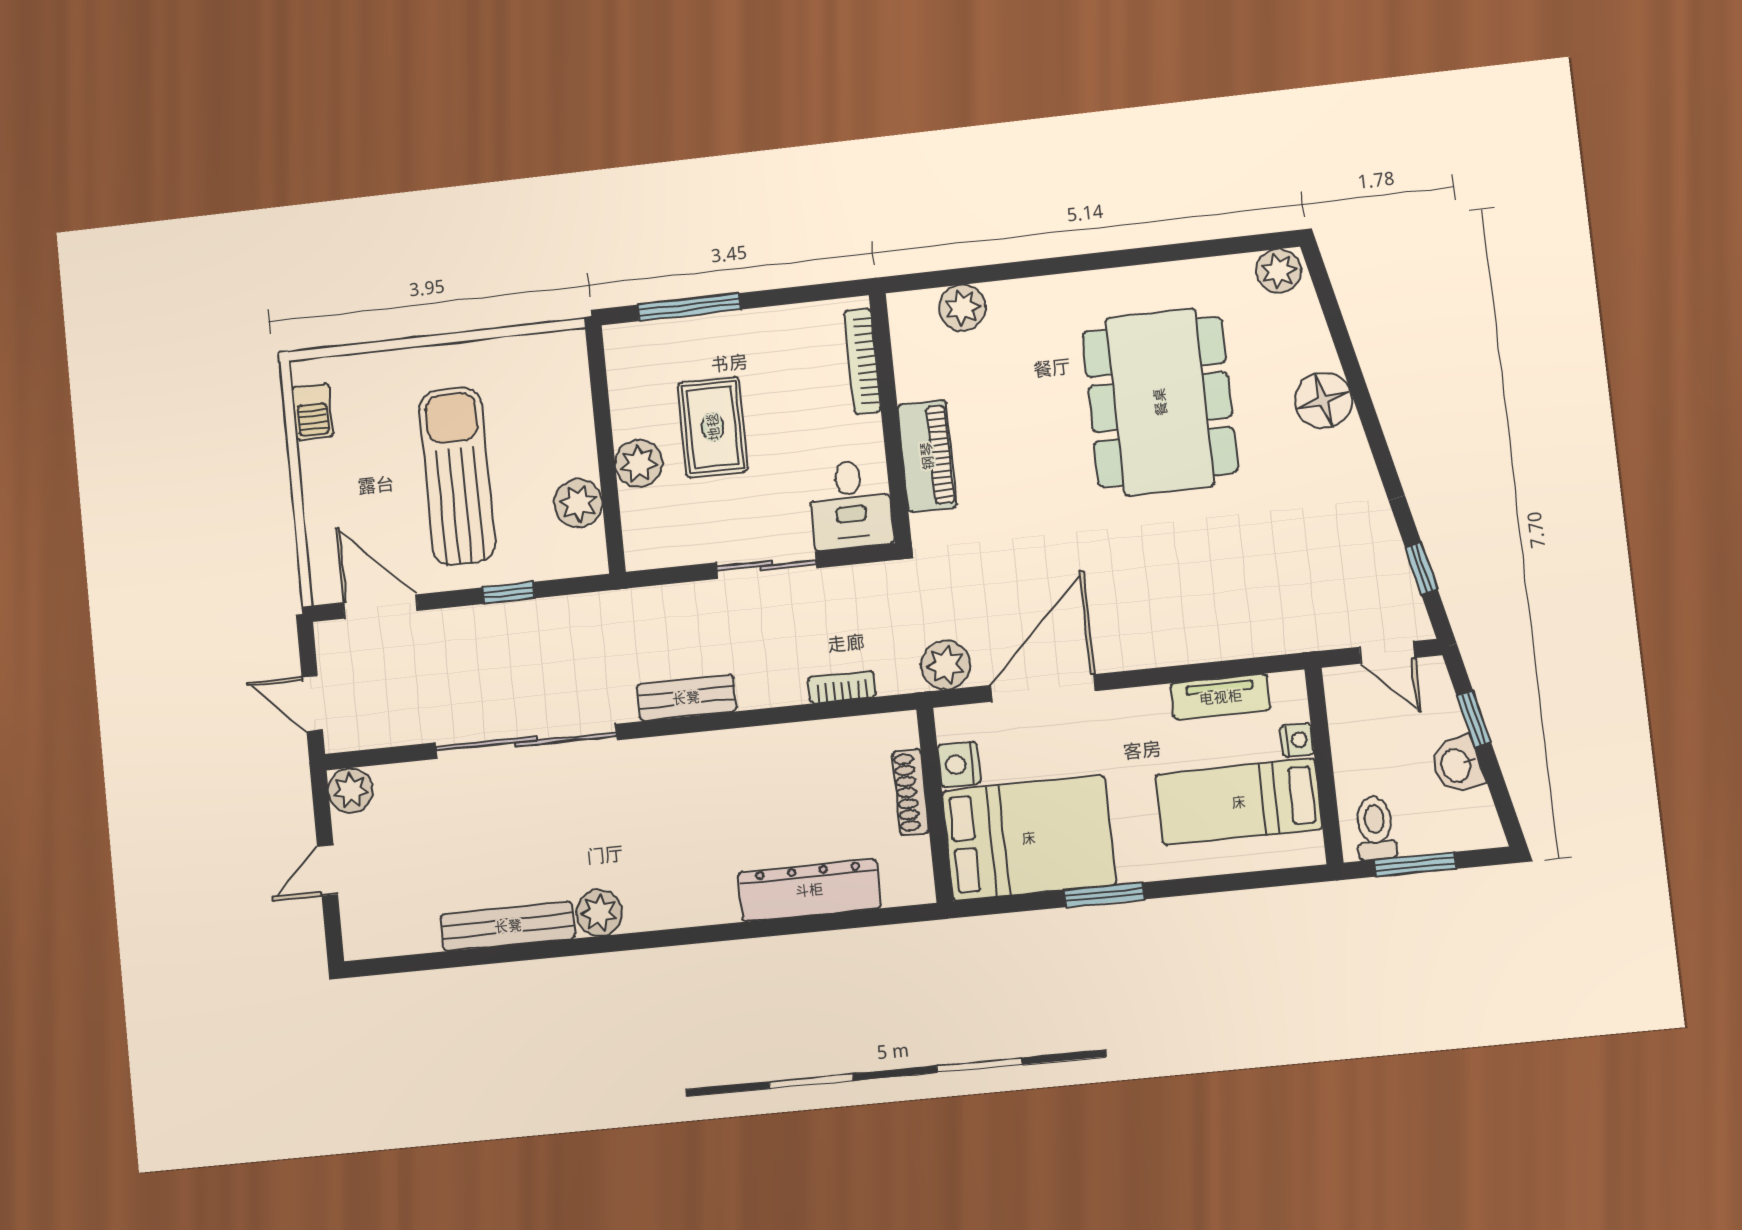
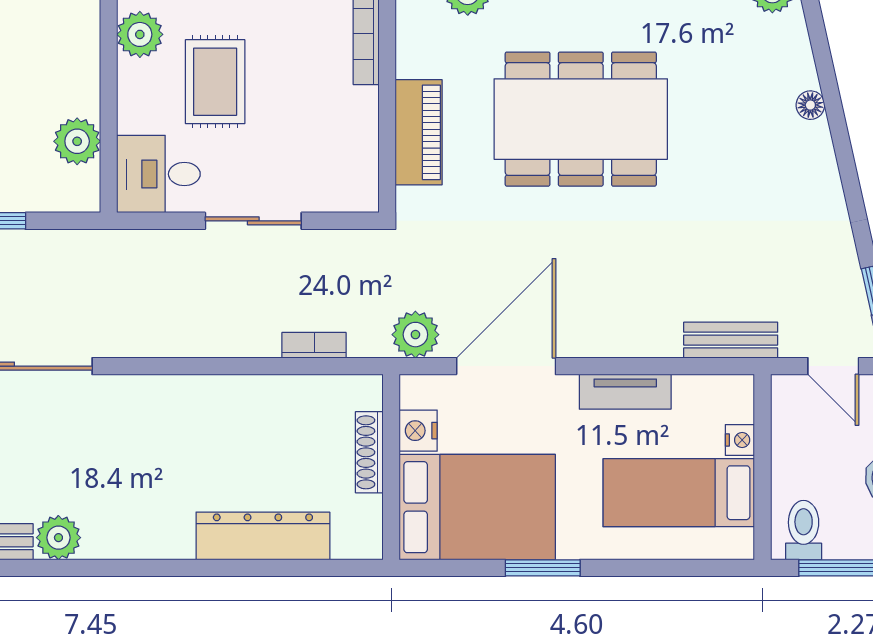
floor lamp: (1323, 400) -> (810, 105), width x0.53, depth x0.53
dining table: (1160, 402) -> (581, 119), moved, turned 90
plant: (639, 463) -> (140, 34), moved
desk: (850, 505) -> (158, 174), moved, turned 90
tv unit: (1221, 697) -> (625, 392), moved
bench: (686, 698) -> (731, 340), moved

